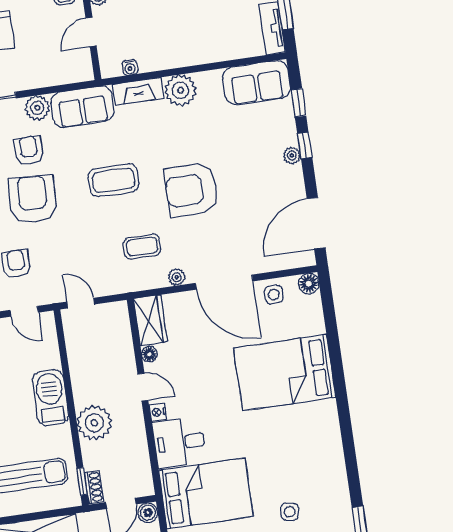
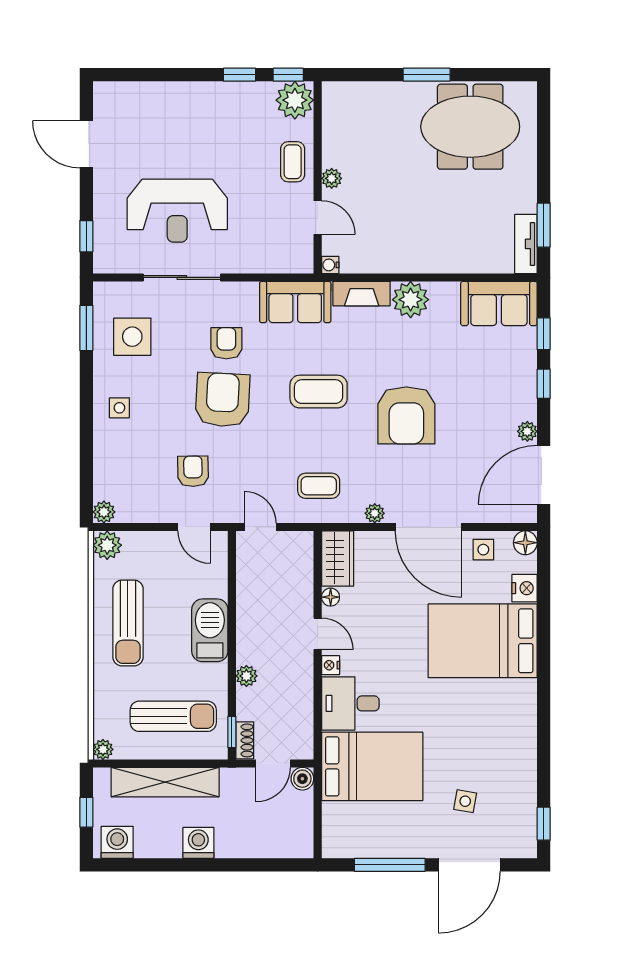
door: (91, 32) -> (318, 218), swing flipped
water cooler: (130, 67) -> (330, 265), moved, turned 90
plant: (37, 108) -> (243, 296), removed
plant: (292, 156) -> (527, 431), moved
armchair: (191, 190) -> (406, 415), turned -90
coffee table: (142, 247) -> (319, 486), moved
nightstand: (314, 322) -> (525, 588), added
plant: (94, 423) -> (246, 676), width x0.53, depth x0.53

